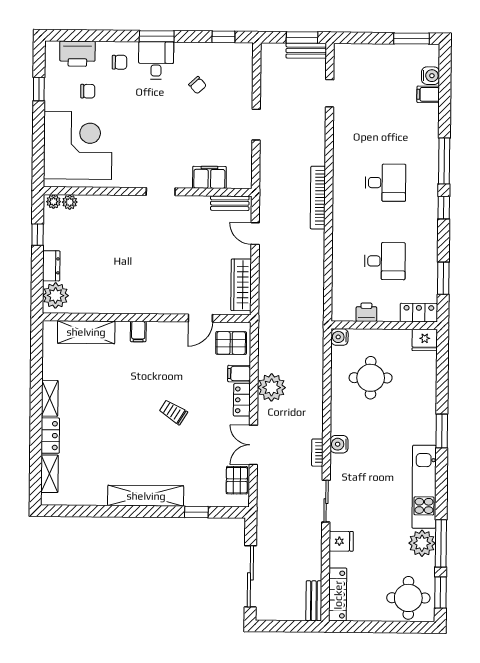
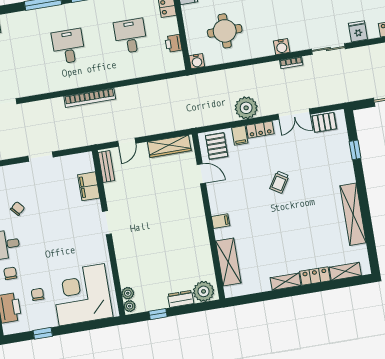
shelving: (146, 496) -> (353, 214), moved

